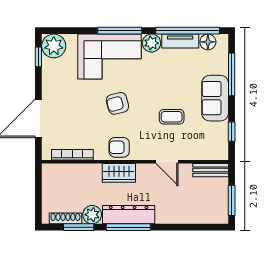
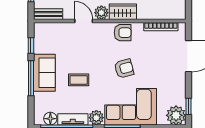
window: (232, 74) -> (31, 78), moved
coffee table: (172, 117) -> (79, 80), moved
plant: (145, 172) -> (101, 13), added

